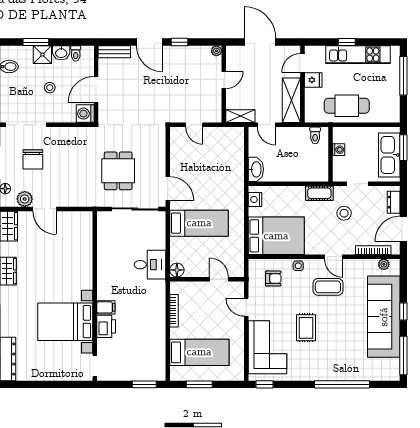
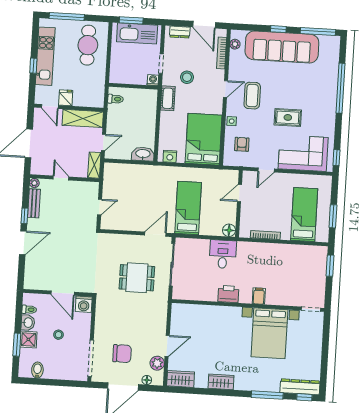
bench: (114, 52) -> (34, 203), moved
cafe table: (347, 106) -> (88, 45), moved
washing machine: (339, 150) -> (153, 80), moved
printer: (106, 326) -> (228, 294), moved

